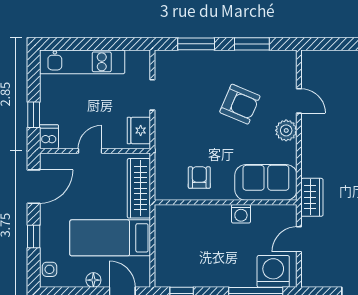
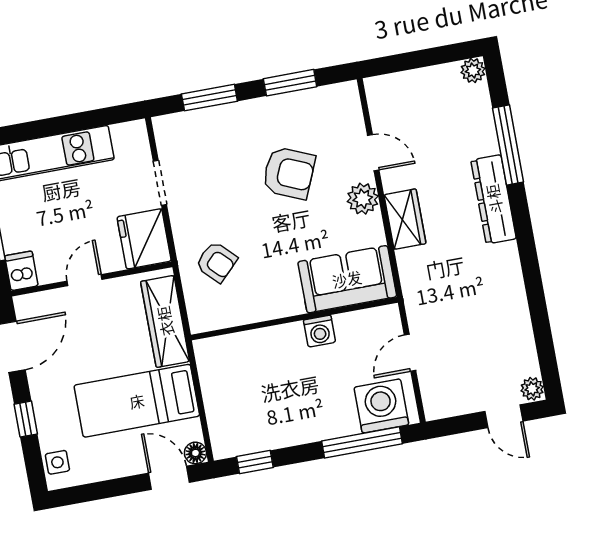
fridge: (139, 130) -> (144, 239), width x1.36, depth x1.34
armchair: (199, 178) -> (217, 262), moved, turned 135
wardrobe: (312, 197) -> (405, 219), moved
floor lamp: (93, 280) -> (195, 453), moved

